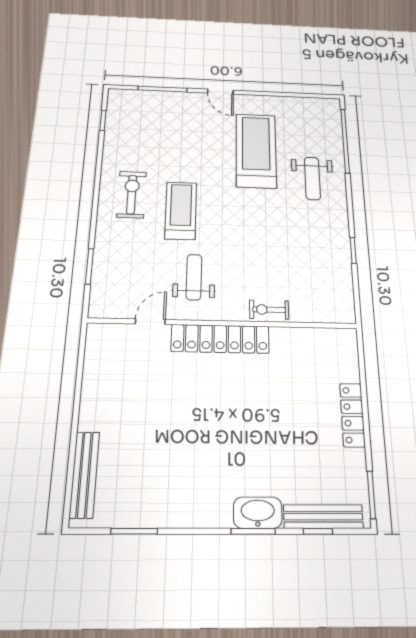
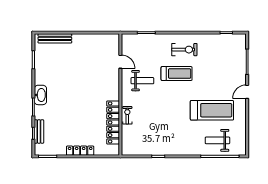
weight bench: (312, 178) -> (217, 140), moved
locker: (220, 339) -> (113, 122), moved
washbasin: (258, 513) -> (40, 95), moved
bench: (323, 517) -> (39, 131), width x0.73

